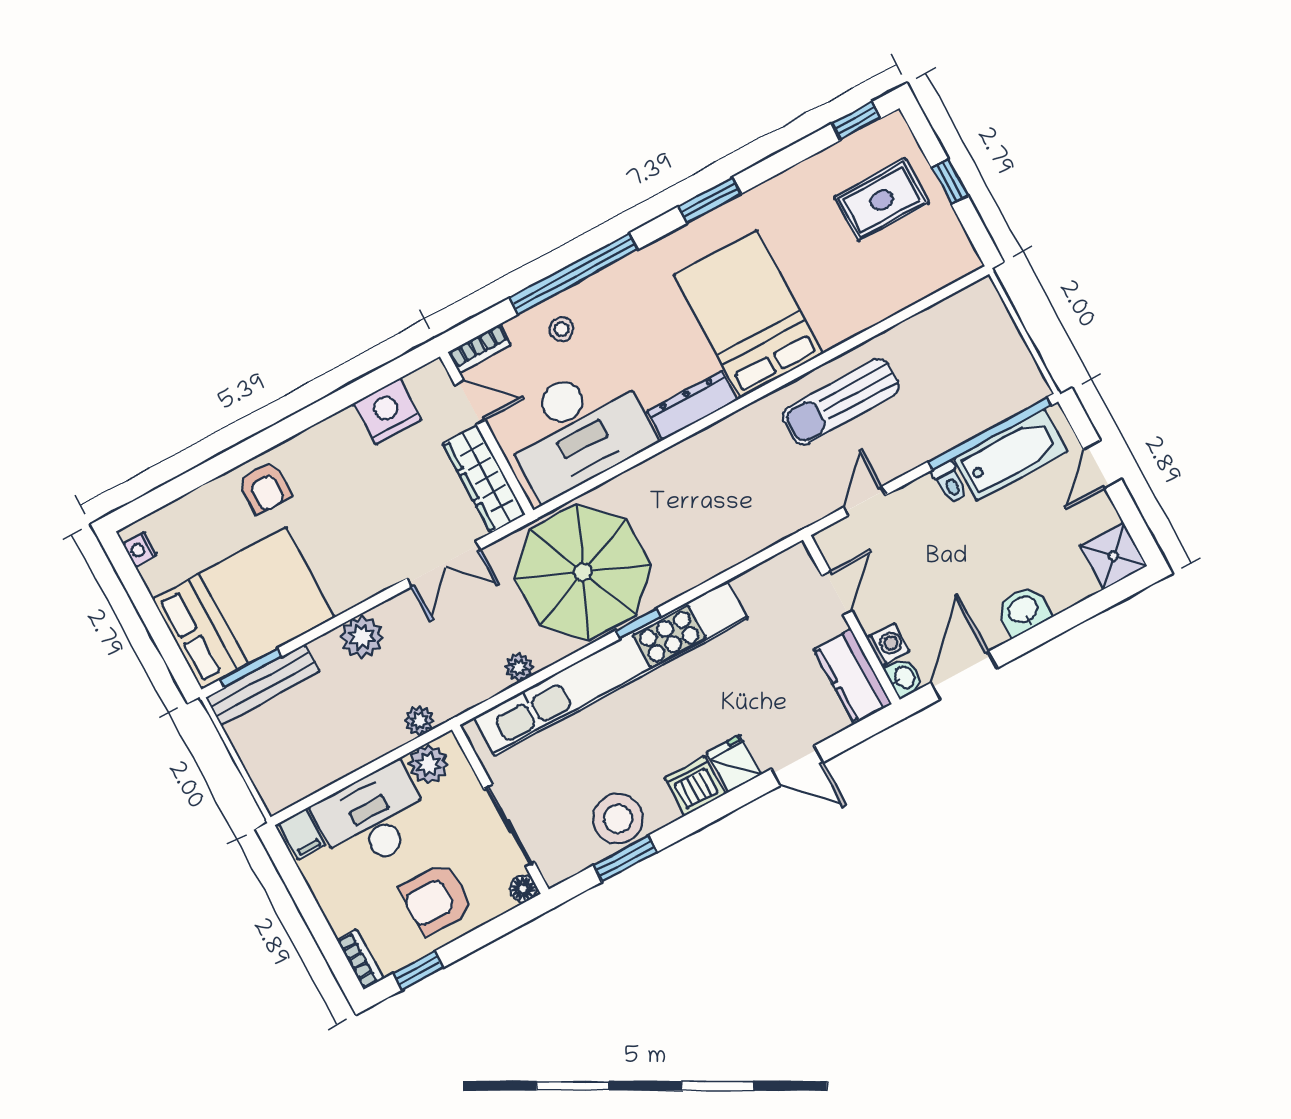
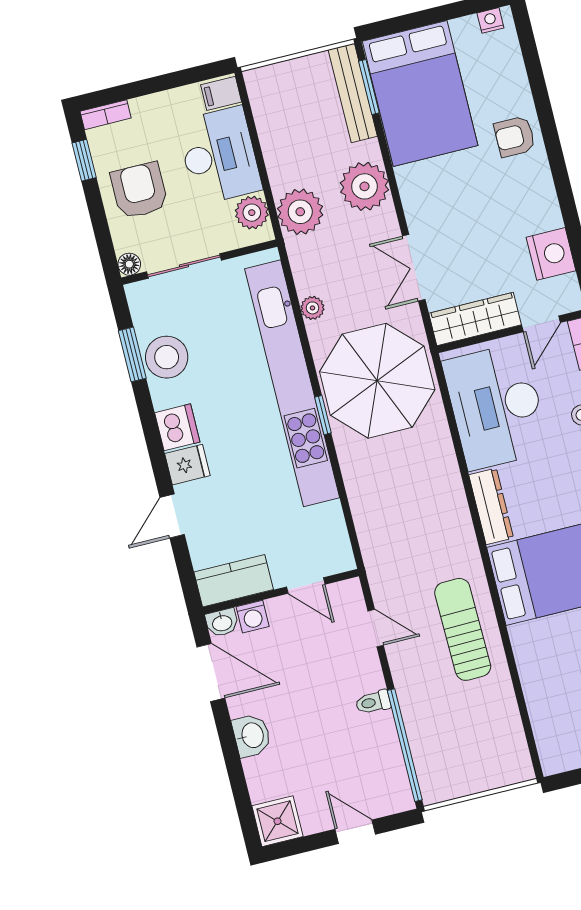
bathtub: (1011, 455) -> (383, 758), removed
plant: (362, 637) -> (364, 186), width x1.36, depth x1.36
plant: (419, 721) -> (300, 212), width x1.88, depth x1.88

